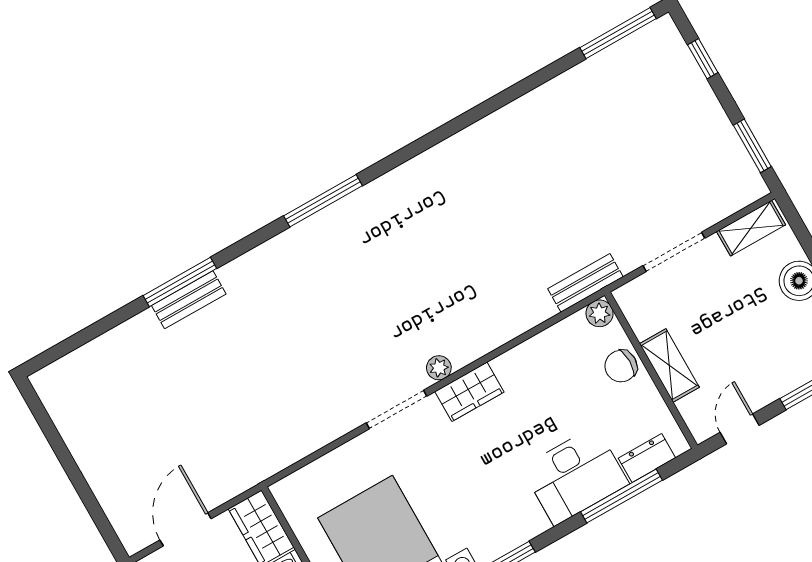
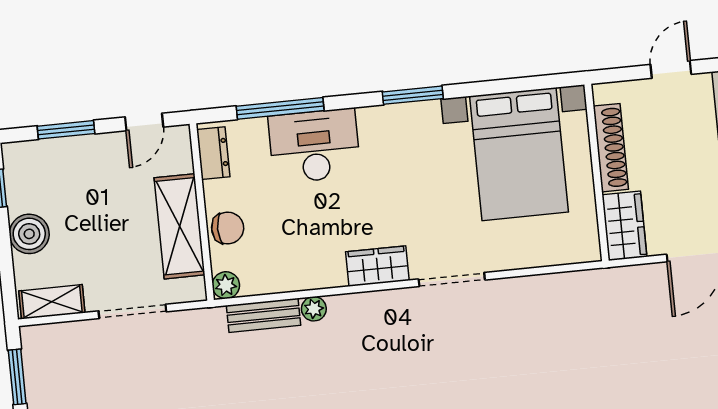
bench: (585, 283) -> (263, 315), moved
shelving: (669, 365) -> (179, 226), width x1.50, depth x1.33
plant: (439, 368) -> (314, 309), moved
dresser: (647, 458) -> (213, 153), moved, turned -90

